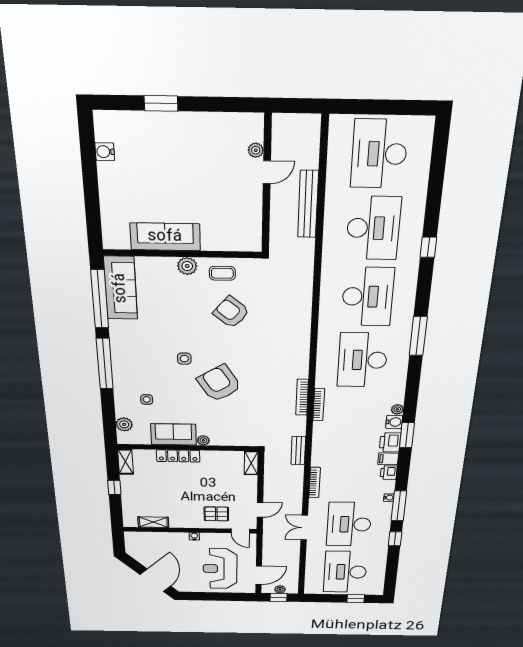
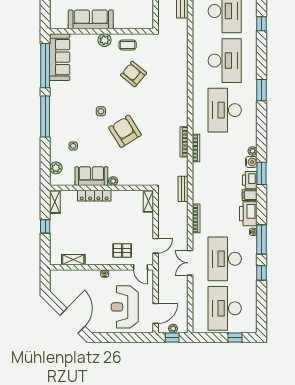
window: (418, 336) -> (262, 90), width x0.69
printer: (389, 473) -> (248, 214), width x1.87, depth x1.48

